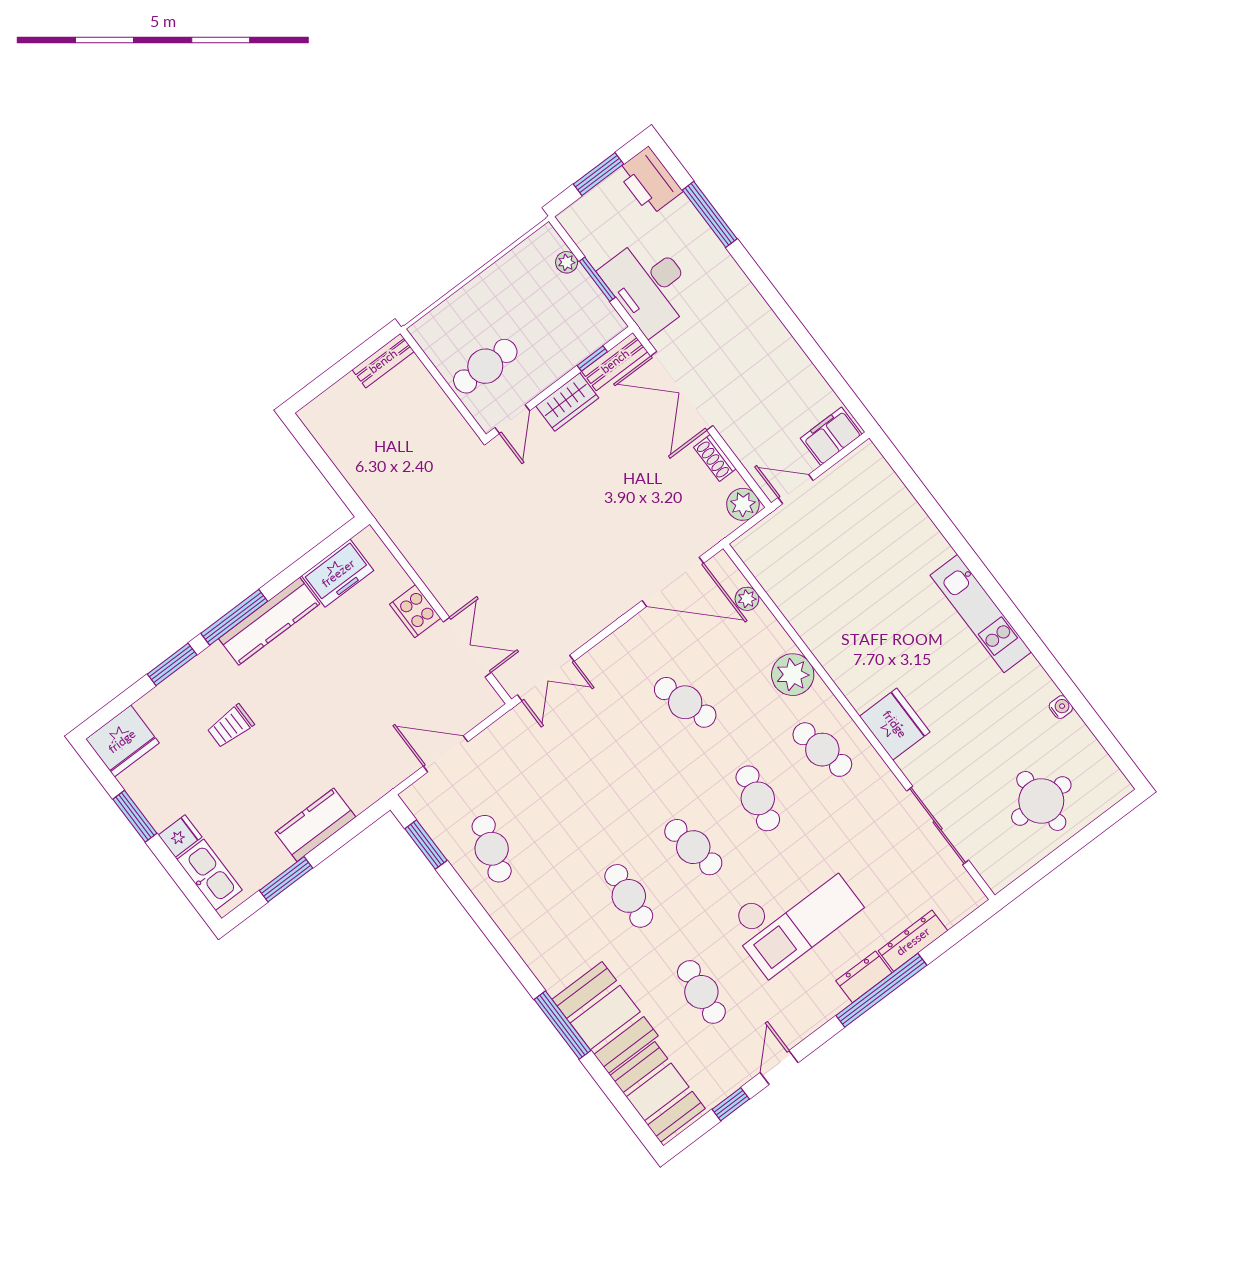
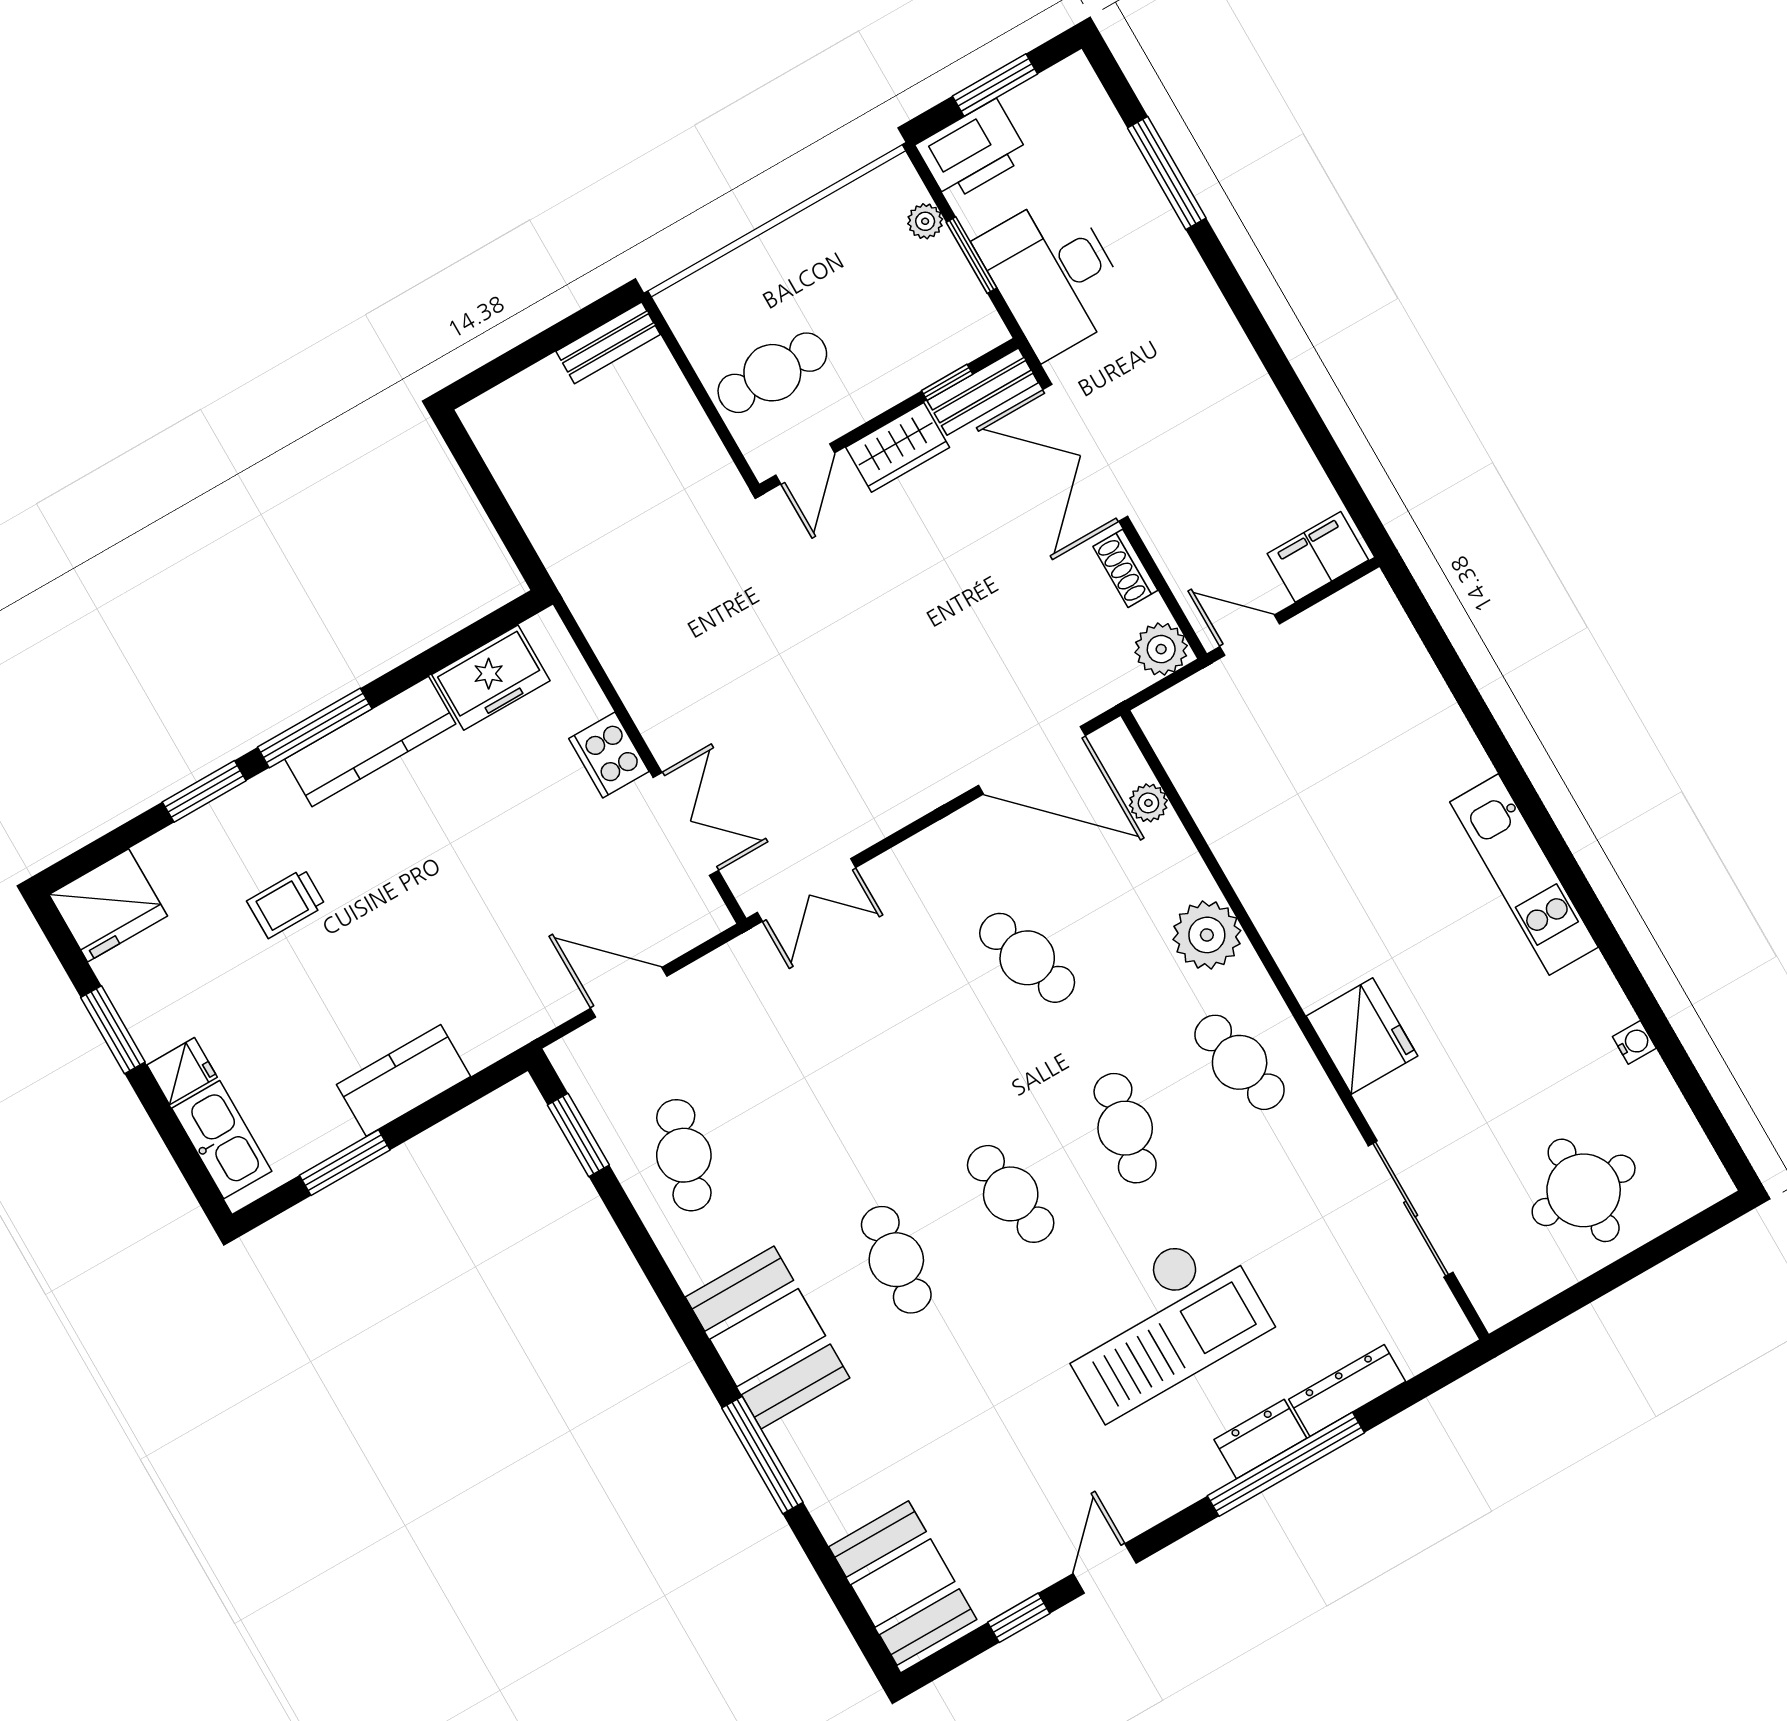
printer: (649, 181) -> (972, 151), moved, turned -90
cafe table: (701, 992) -> (994, 1430), removed
booth: (605, 1017) -> (768, 1338), moved

